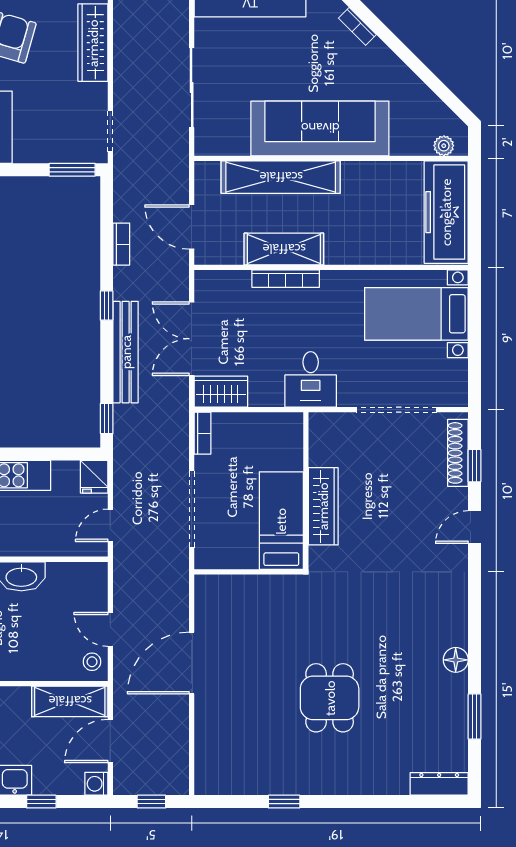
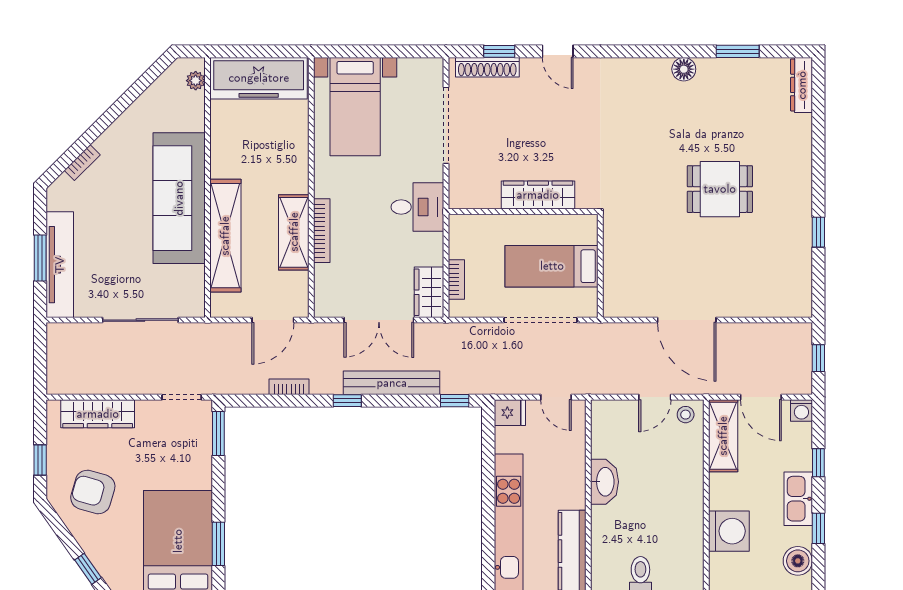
bookcase: (203, 433) -> (456, 280), moved, turned 90
bed: (281, 521) -> (552, 266), moved

